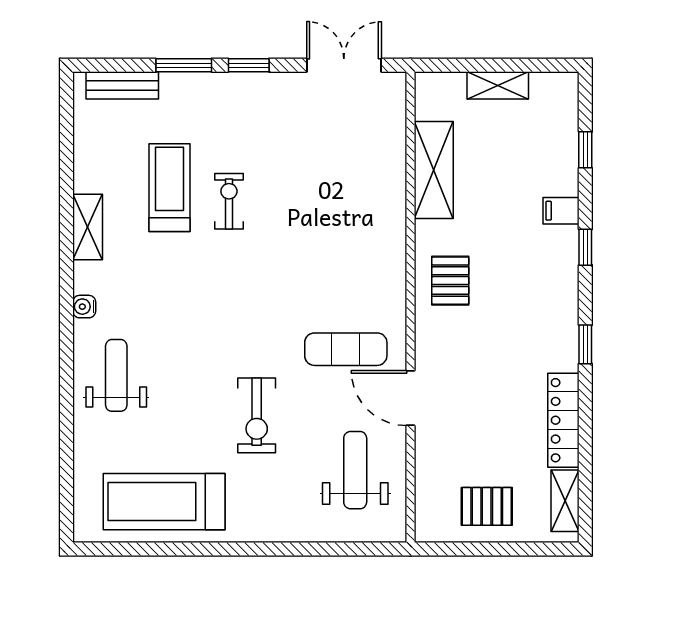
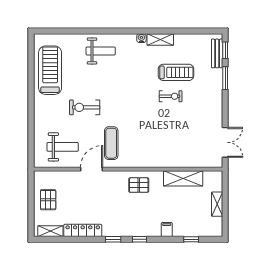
window: (249, 65) -> (225, 50), moved
window: (585, 247) -> (139, 239), moved
water cooler: (84, 307) -> (141, 38), moved

